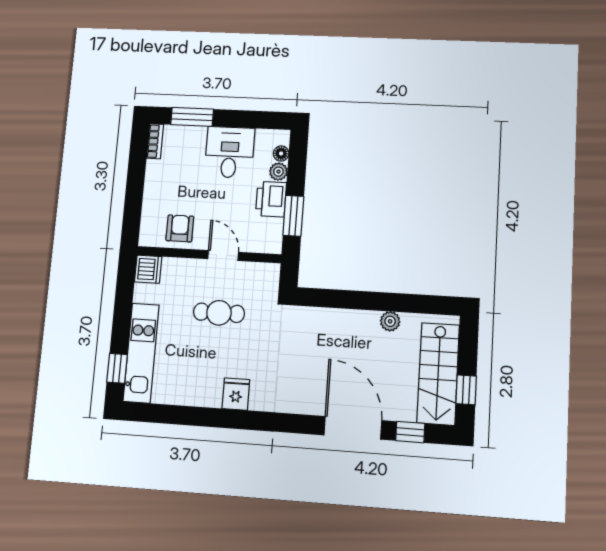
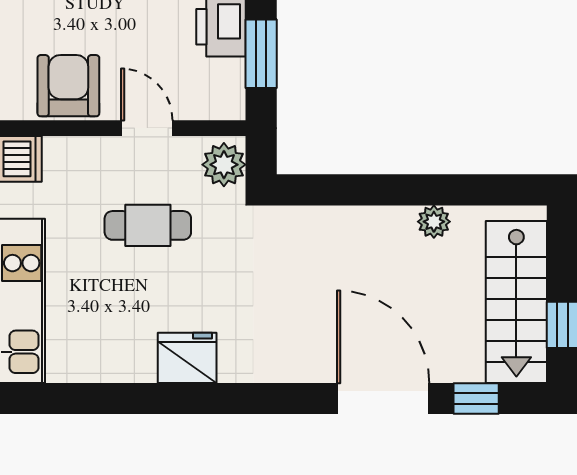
armchair: (180, 228) -> (68, 86), width x1.38, depth x1.38
plant: (267, 280) -> (224, 165), added
fridge: (236, 394) -> (187, 358), width x1.38

